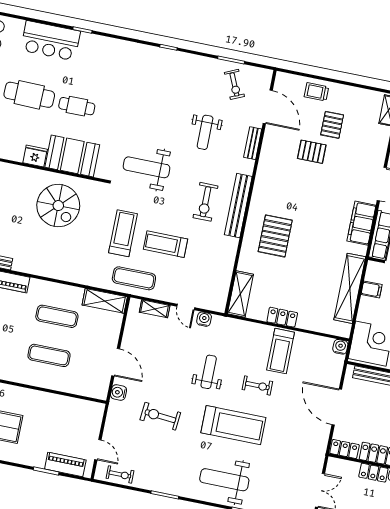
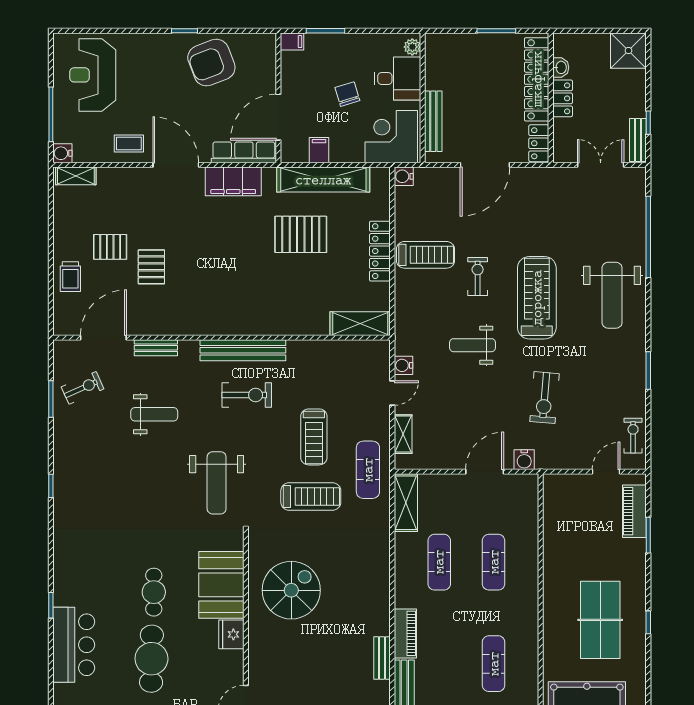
treadmill: (123, 233) -> (311, 497), turned 180
pallet: (275, 236) -> (301, 234), moved
locker: (282, 317) -> (380, 251), width x1.53

